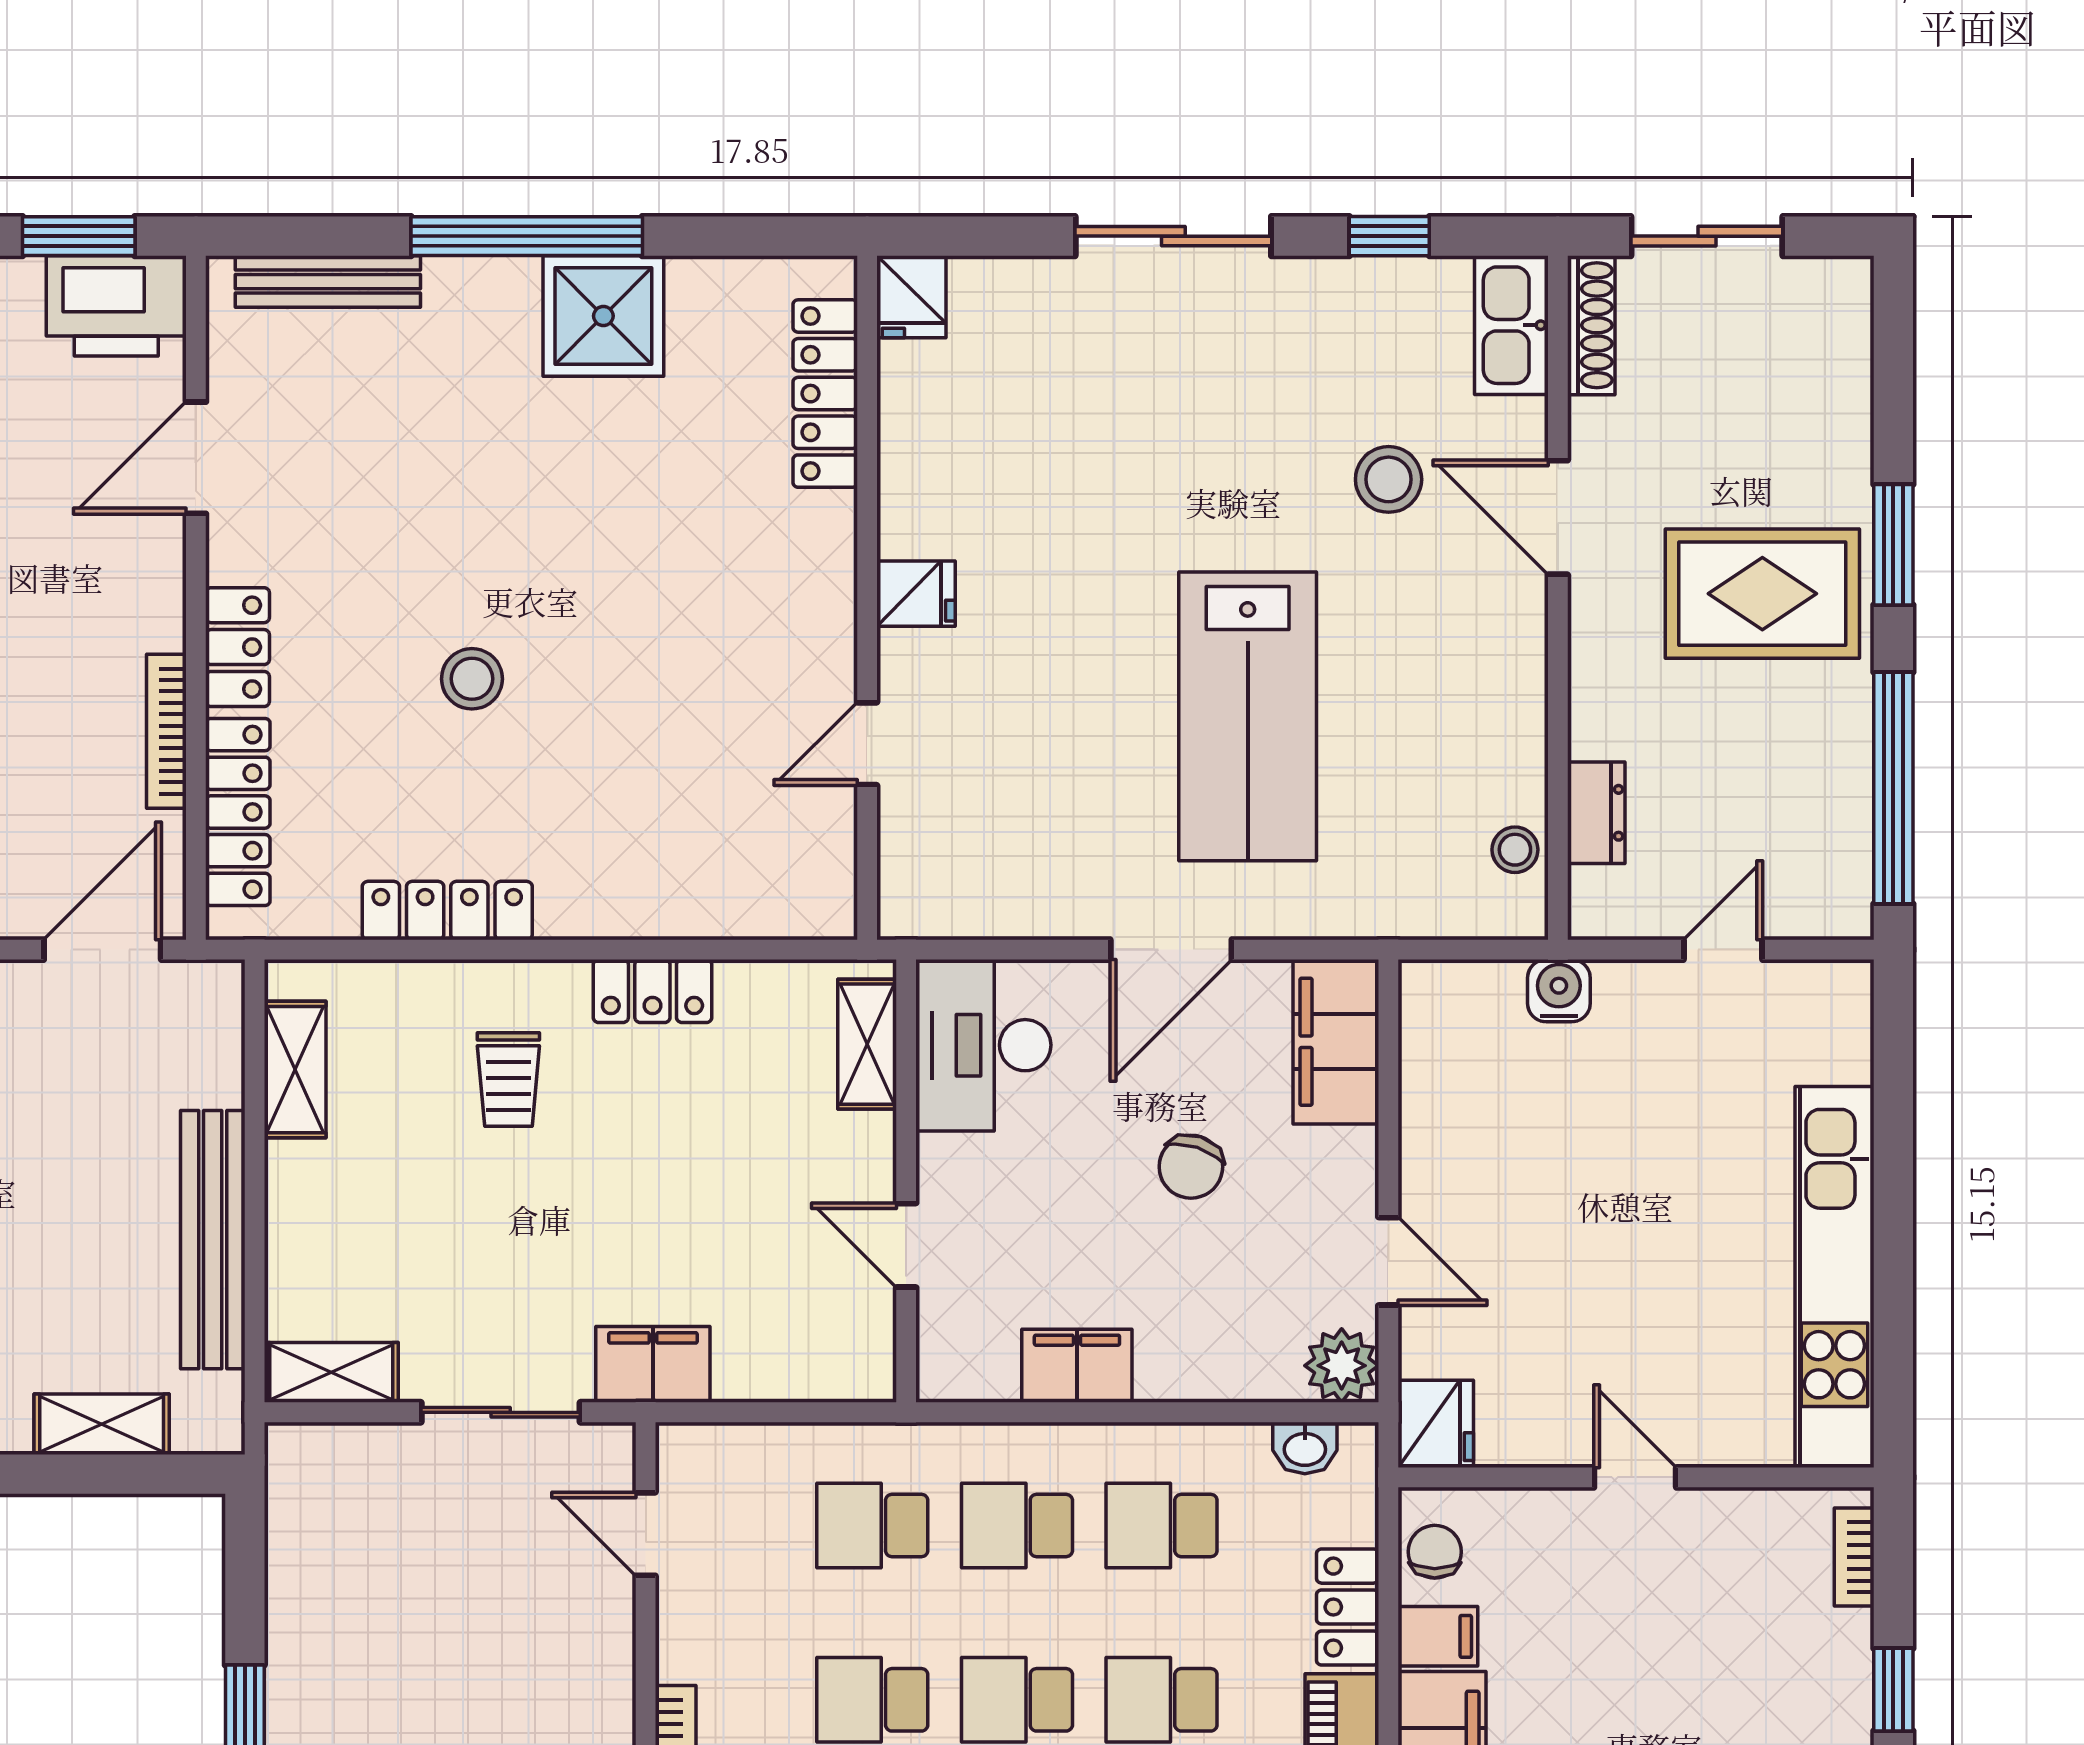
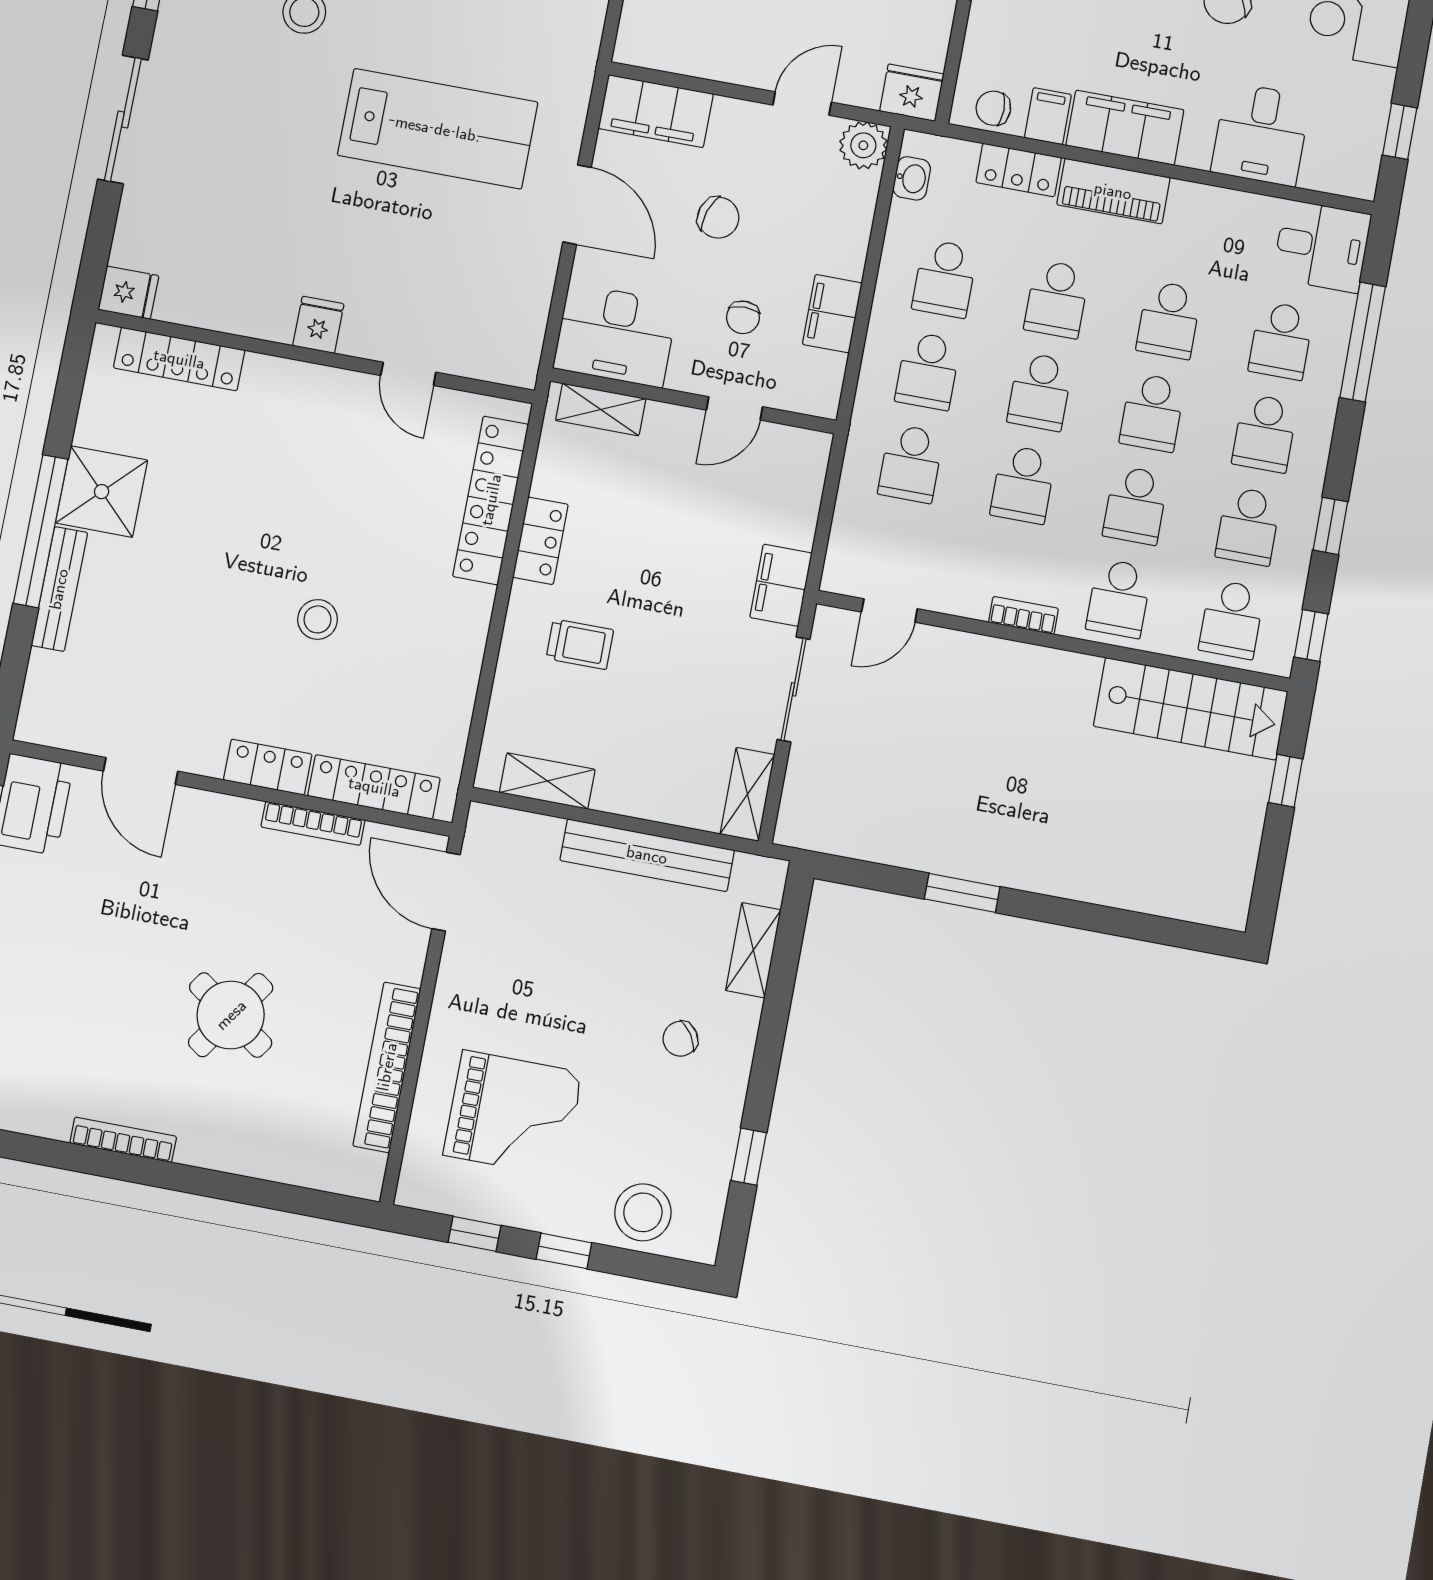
bench: (328, 282) -> (59, 589), moved
locker: (447, 911) -> (491, 500), moved, width x1.41, depth x1.21
chair: (1046, 1232) -> (743, 317), added

